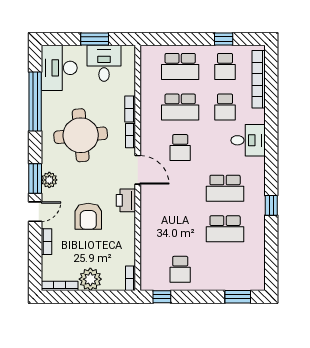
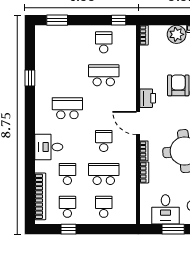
school desk: (180, 66) -> (104, 207), width x0.54
window: (271, 205) -> (30, 78), moved
school desk: (225, 229) -> (104, 75), moved

